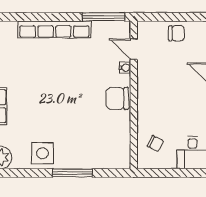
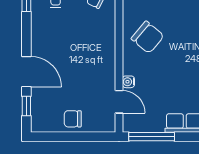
chair: (117, 98) -> (148, 37), moved, turned 40

